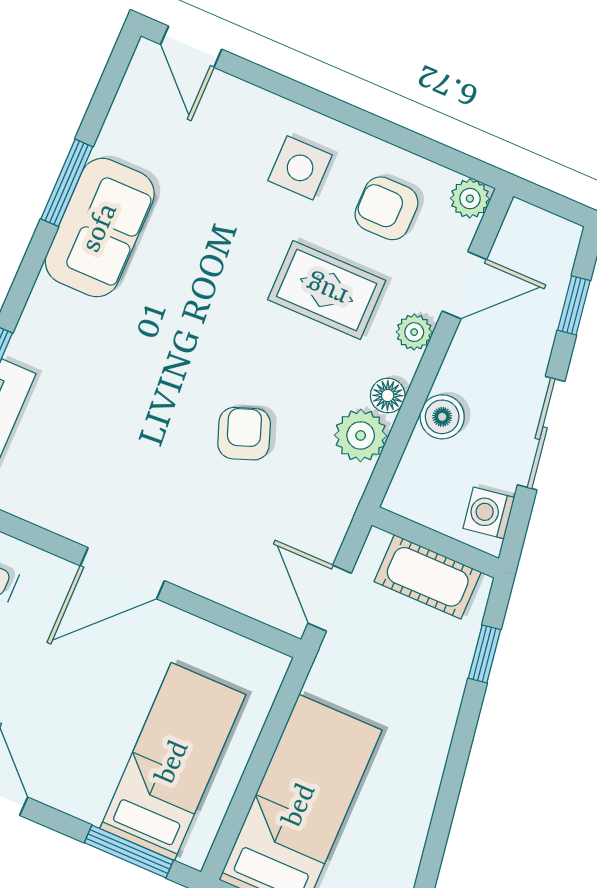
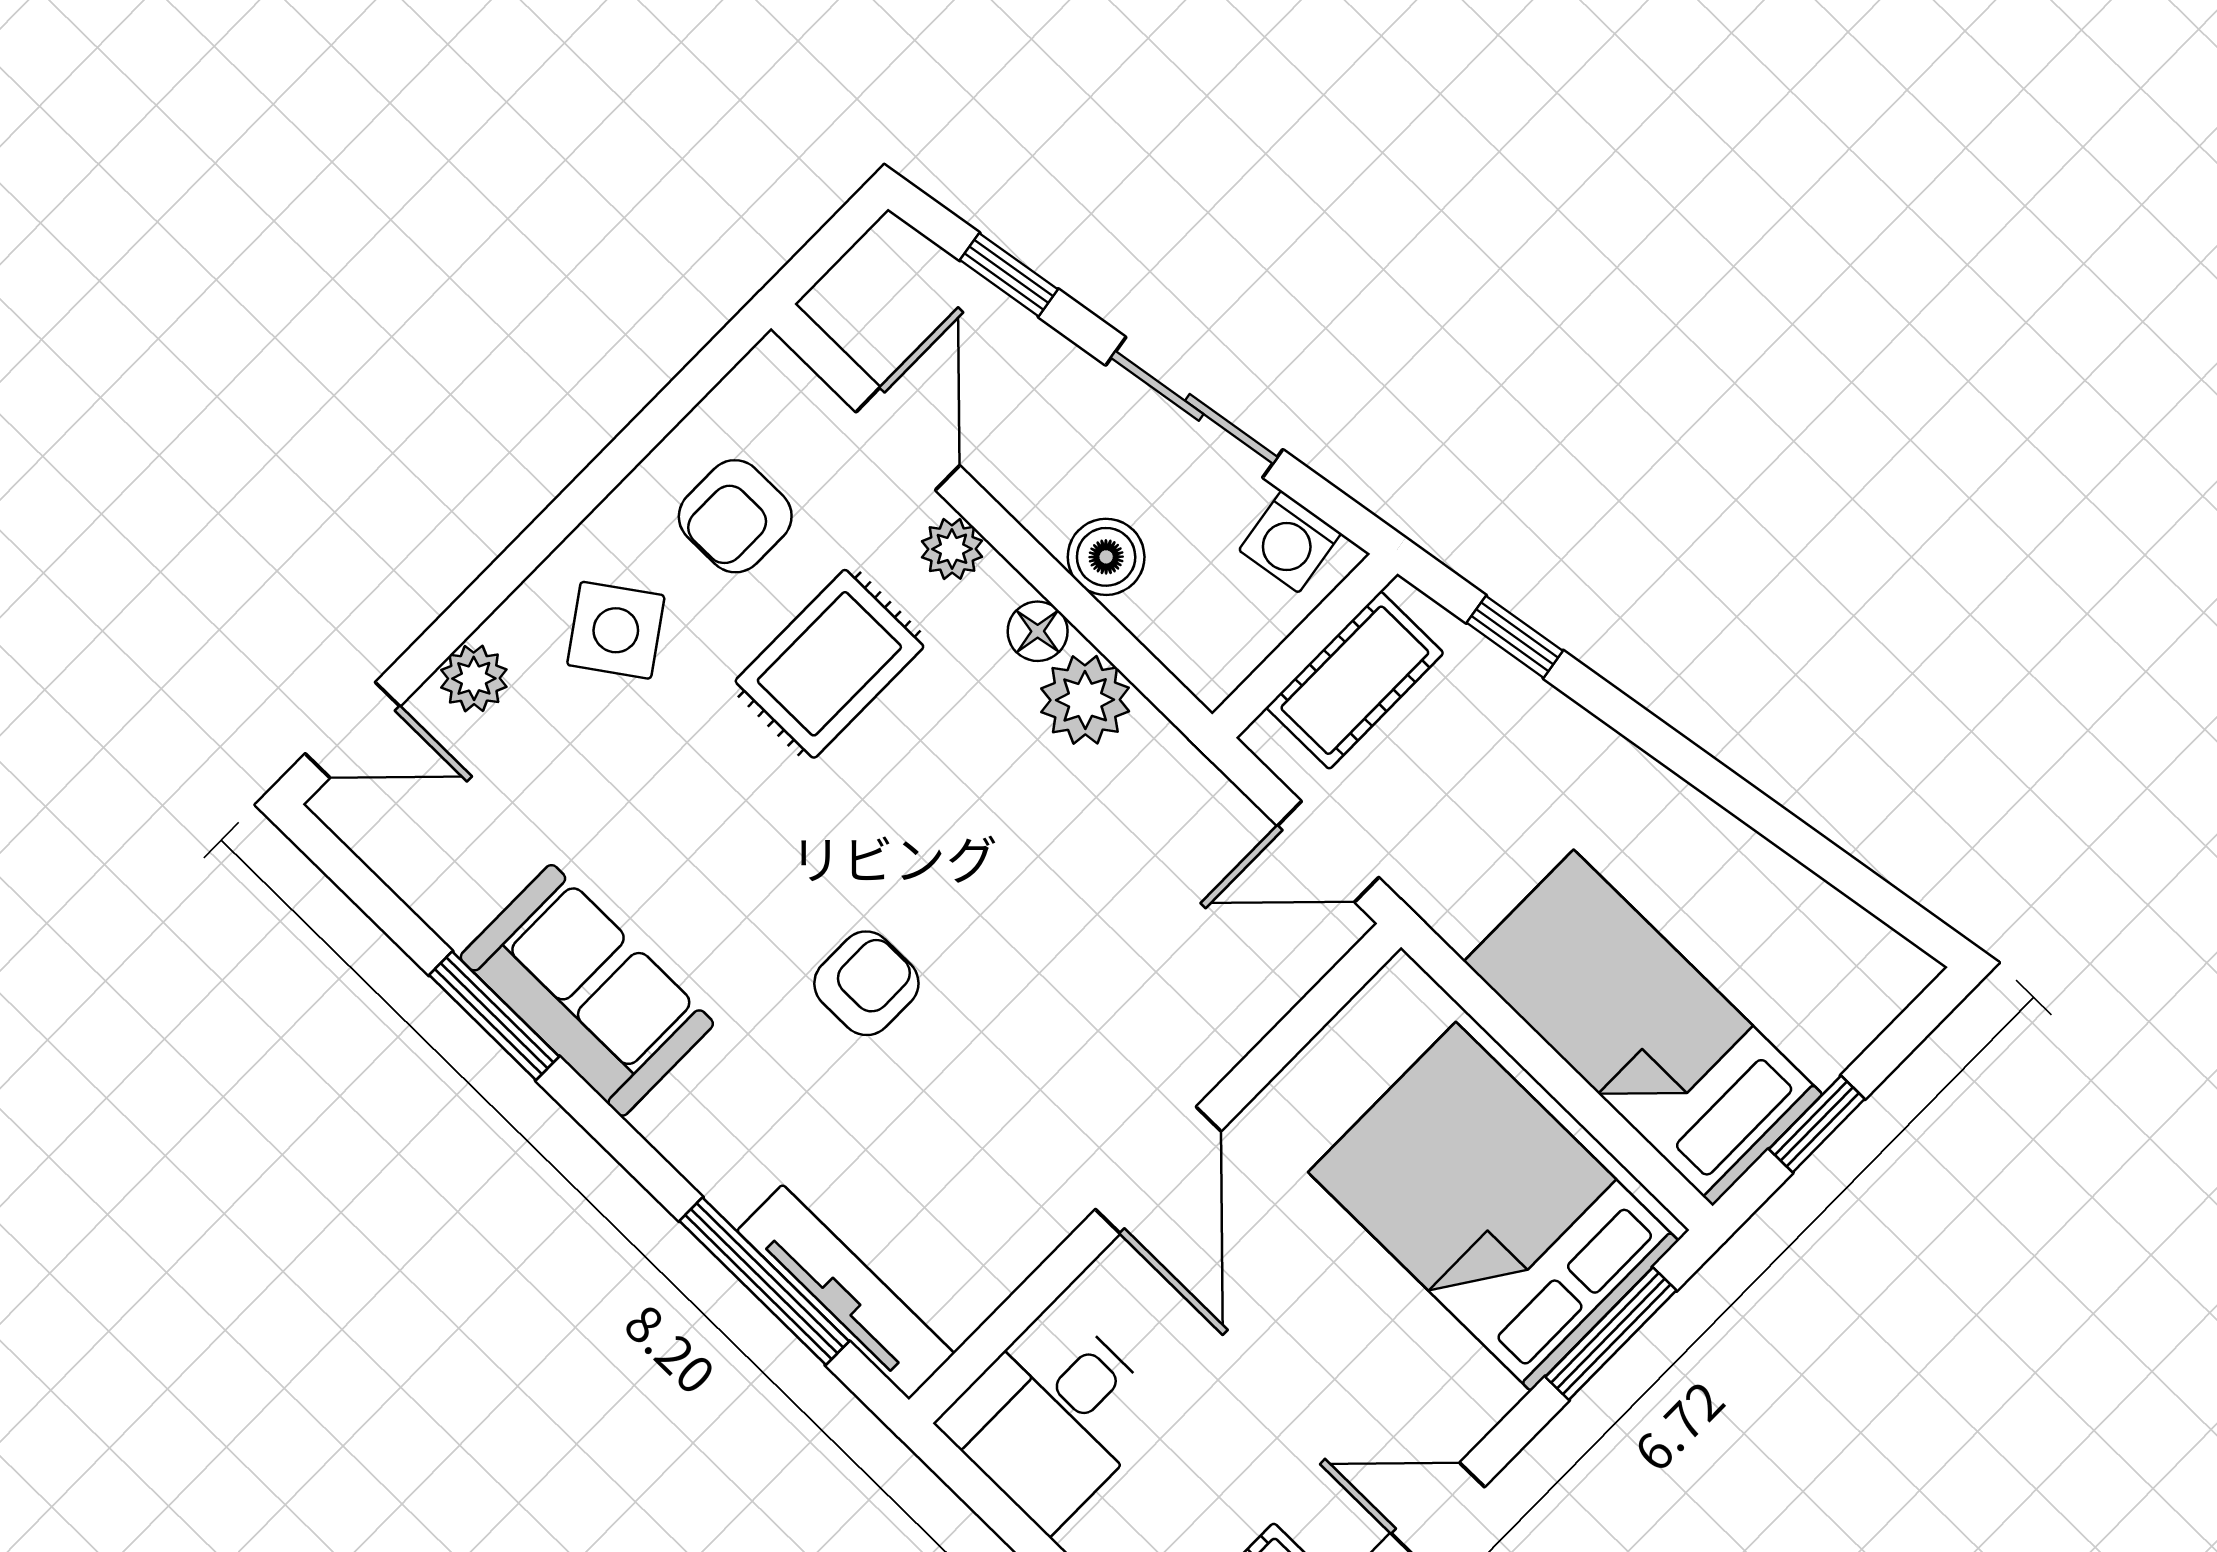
side table: (300, 168) -> (616, 630), turned -35
plant: (470, 199) -> (474, 678), moved
armchair: (244, 434) -> (866, 983), moved, turned 110
bed: (173, 762) -> (1493, 1207), width x1.50

